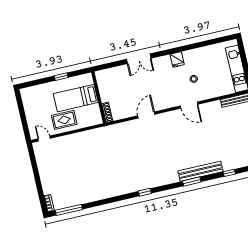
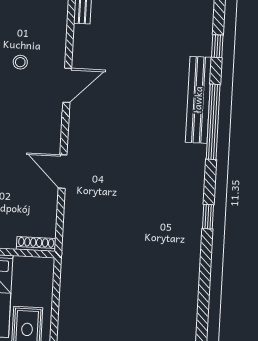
window: (192, 181) -> (213, 122), width x2.11

